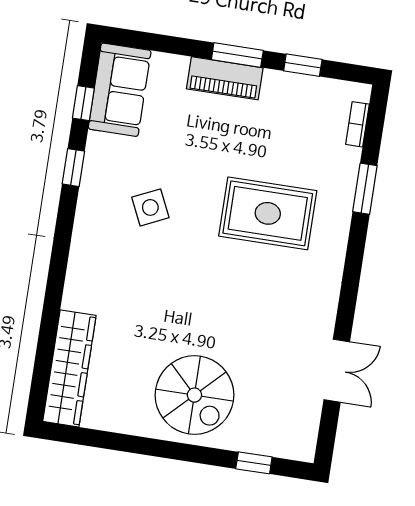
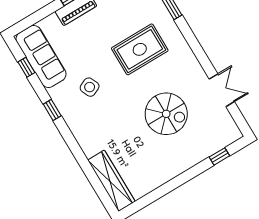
sofa: (120, 90) -> (41, 56), width x1.36
window: (73, 168) -> (52, 110), moved
spiral stairs: (194, 395) -> (166, 114), moved

